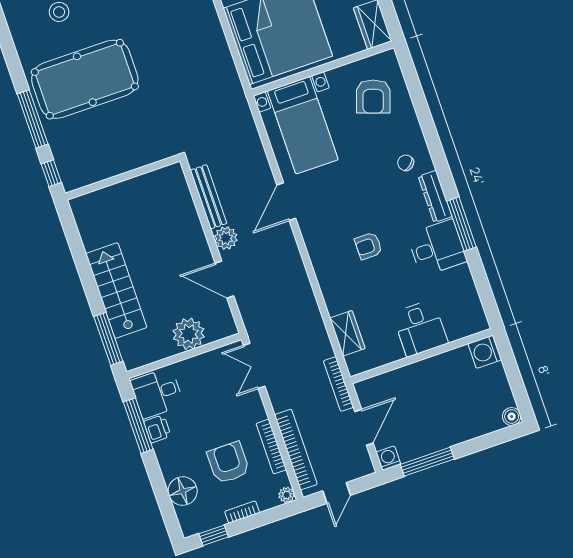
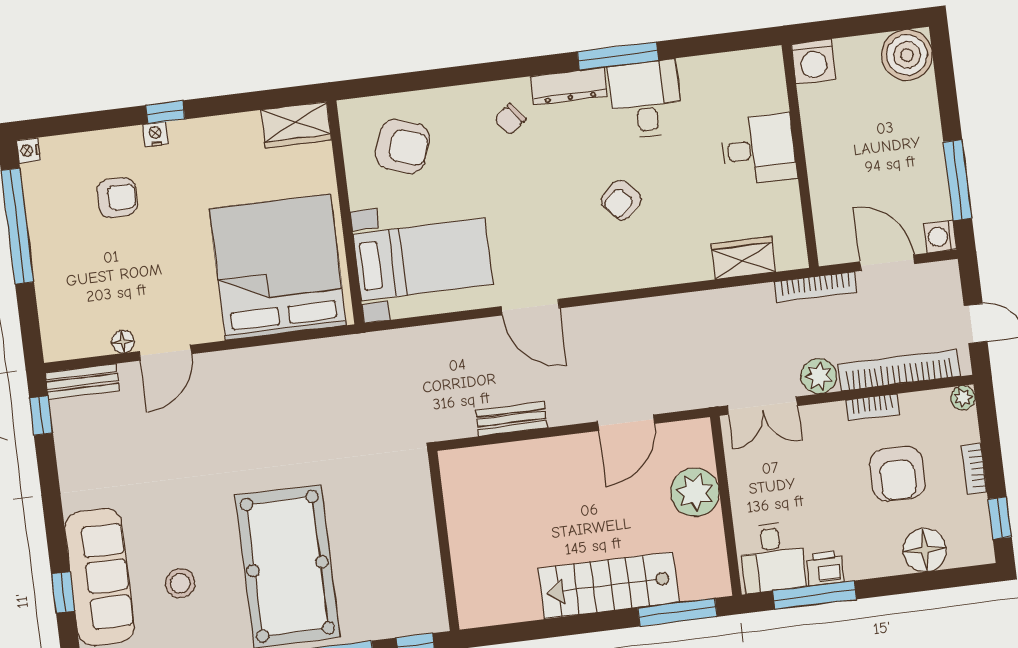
bench: (208, 197) -> (512, 419), width x0.73
plant: (226, 238) -> (819, 376), moved
armchair: (368, 246) -> (621, 200), turned 47
boiler: (512, 417) -> (907, 55), width x1.86, depth x1.86
bookcase: (271, 447) -> (872, 407), width x0.64
armchair: (228, 463) -> (897, 474), turned -90

